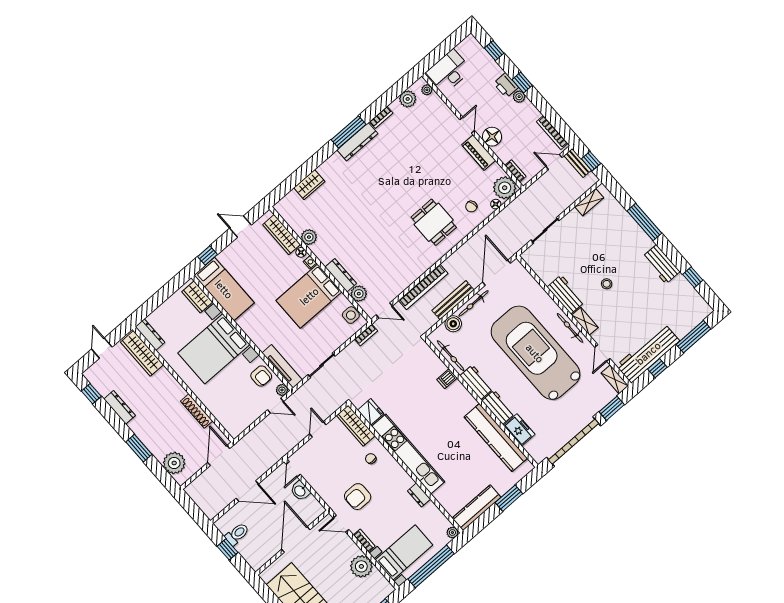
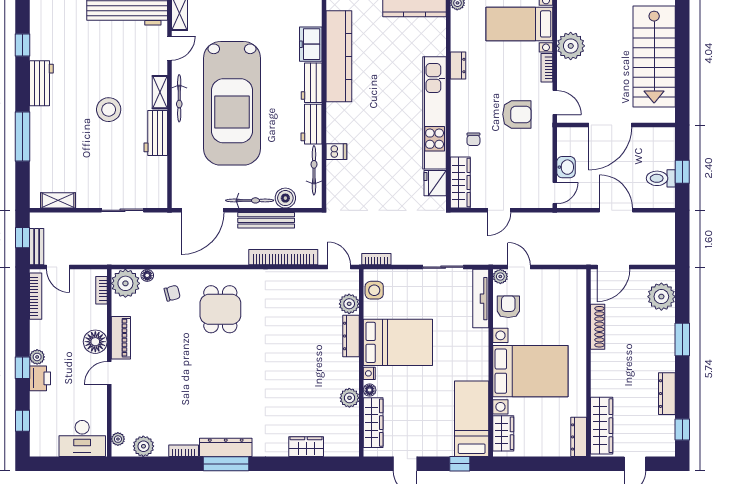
stool: (607, 284) -> (109, 110), width x1.89, depth x1.89

